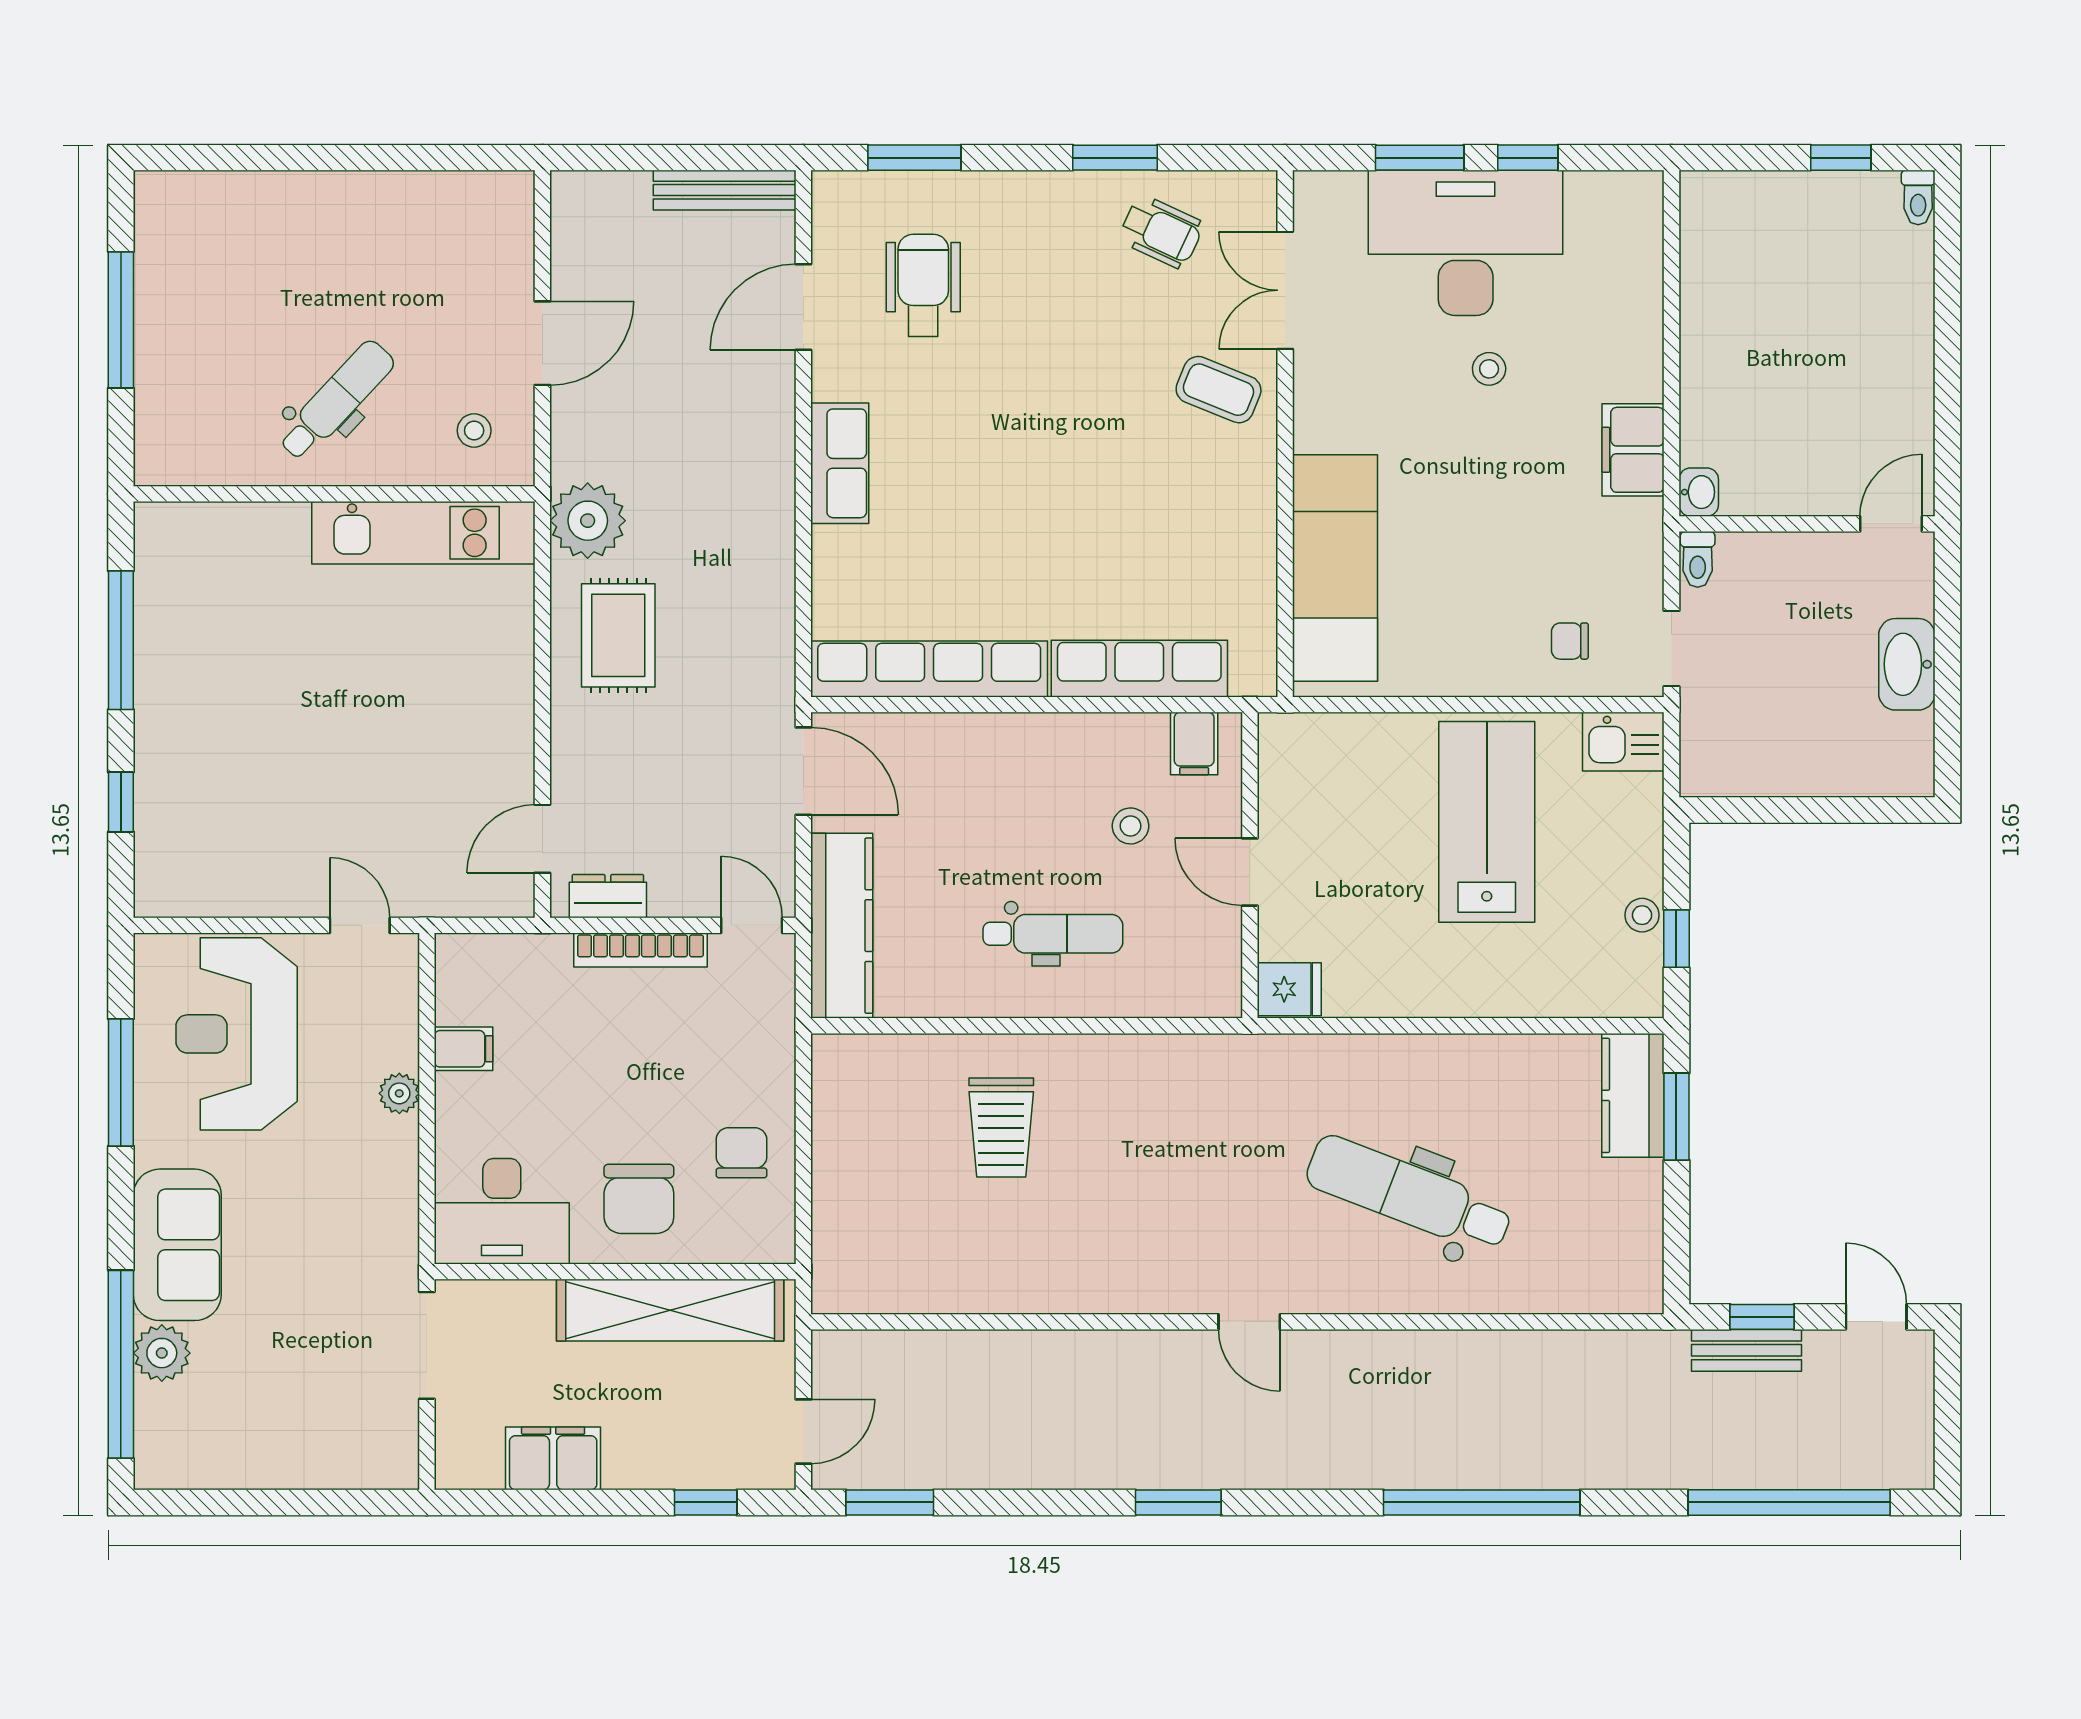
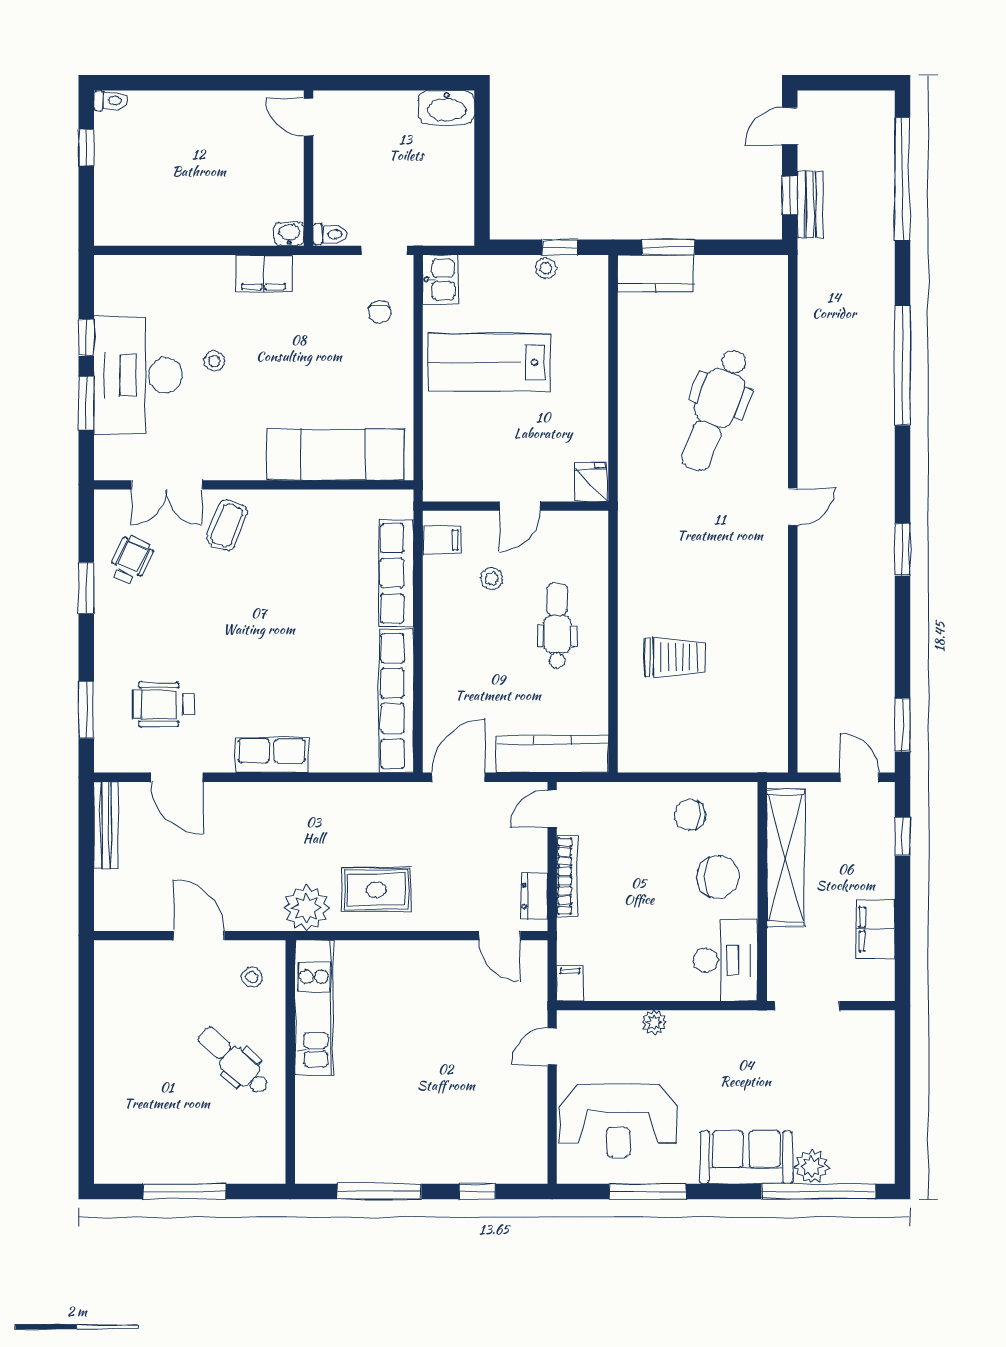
washbasin: (1907, 664) -> (447, 107), moved
filing cabinet: (464, 1049) -> (570, 983), moved

